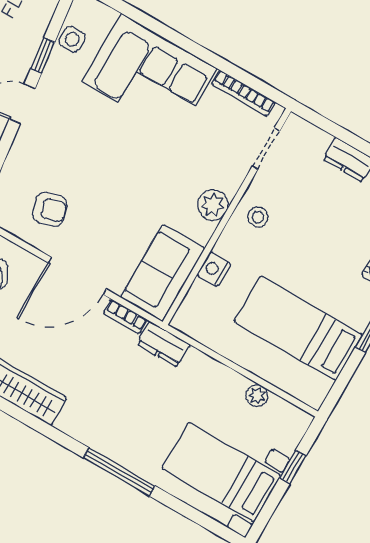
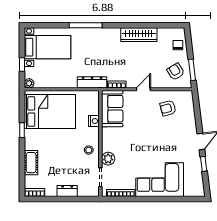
side table: (72, 39) -> (196, 176), removed
plant: (213, 205) -> (108, 159), moved
door: (77, 276) -> (143, 89), width x0.53
bed: (298, 328) -> (50, 111), width x1.50
dresser: (163, 344) -> (92, 82), width x1.44
plant: (257, 396) -> (29, 83), moved

